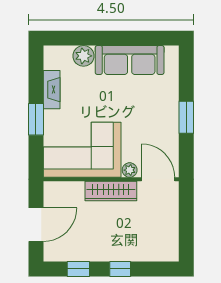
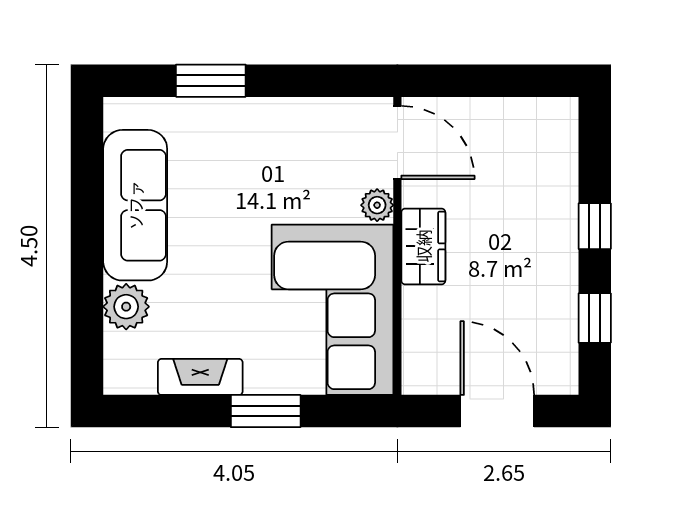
window: (186, 117) -> (211, 81), moved
door: (158, 179) -> (397, 143), swing flipped
wardrobe: (111, 191) -> (423, 246), width x0.67

